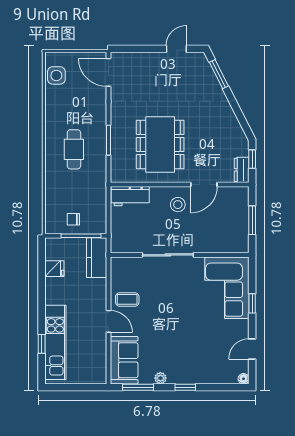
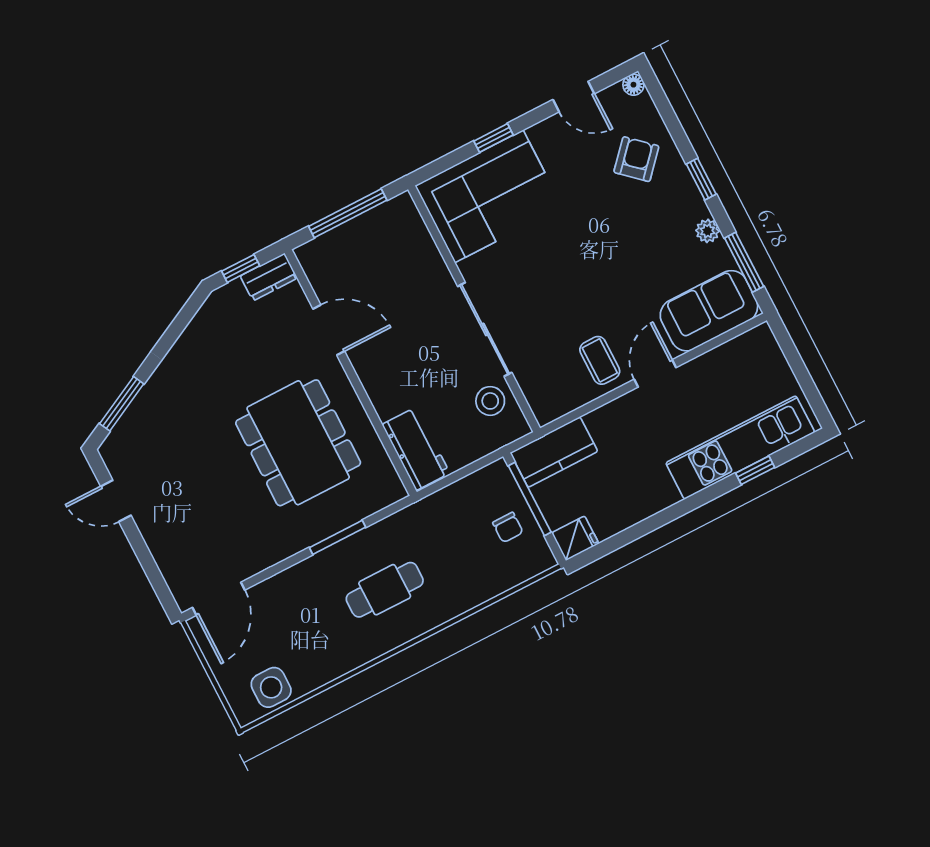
dining table: (160, 145) -> (298, 443), turned 90
stool: (178, 205) -> (490, 401), moved
window: (252, 220) -> (348, 213), width x1.44
fridge: (54, 269) -> (575, 538), moved, turned 90
armchair: (209, 363) -> (636, 159), added

